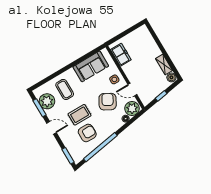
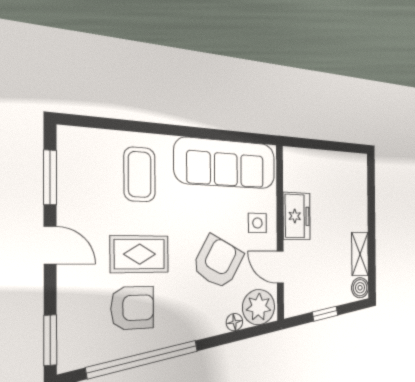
freezer: (121, 55) -> (297, 216), moved
sofa: (91, 66) -> (226, 163), width x1.36
plant: (47, 101) -> (79, 174), removed

